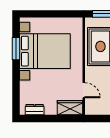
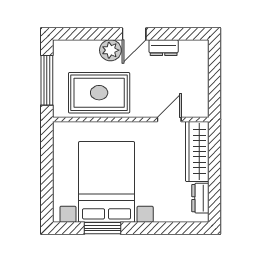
wardrobe: (70, 108) -> (197, 152), width x1.50

